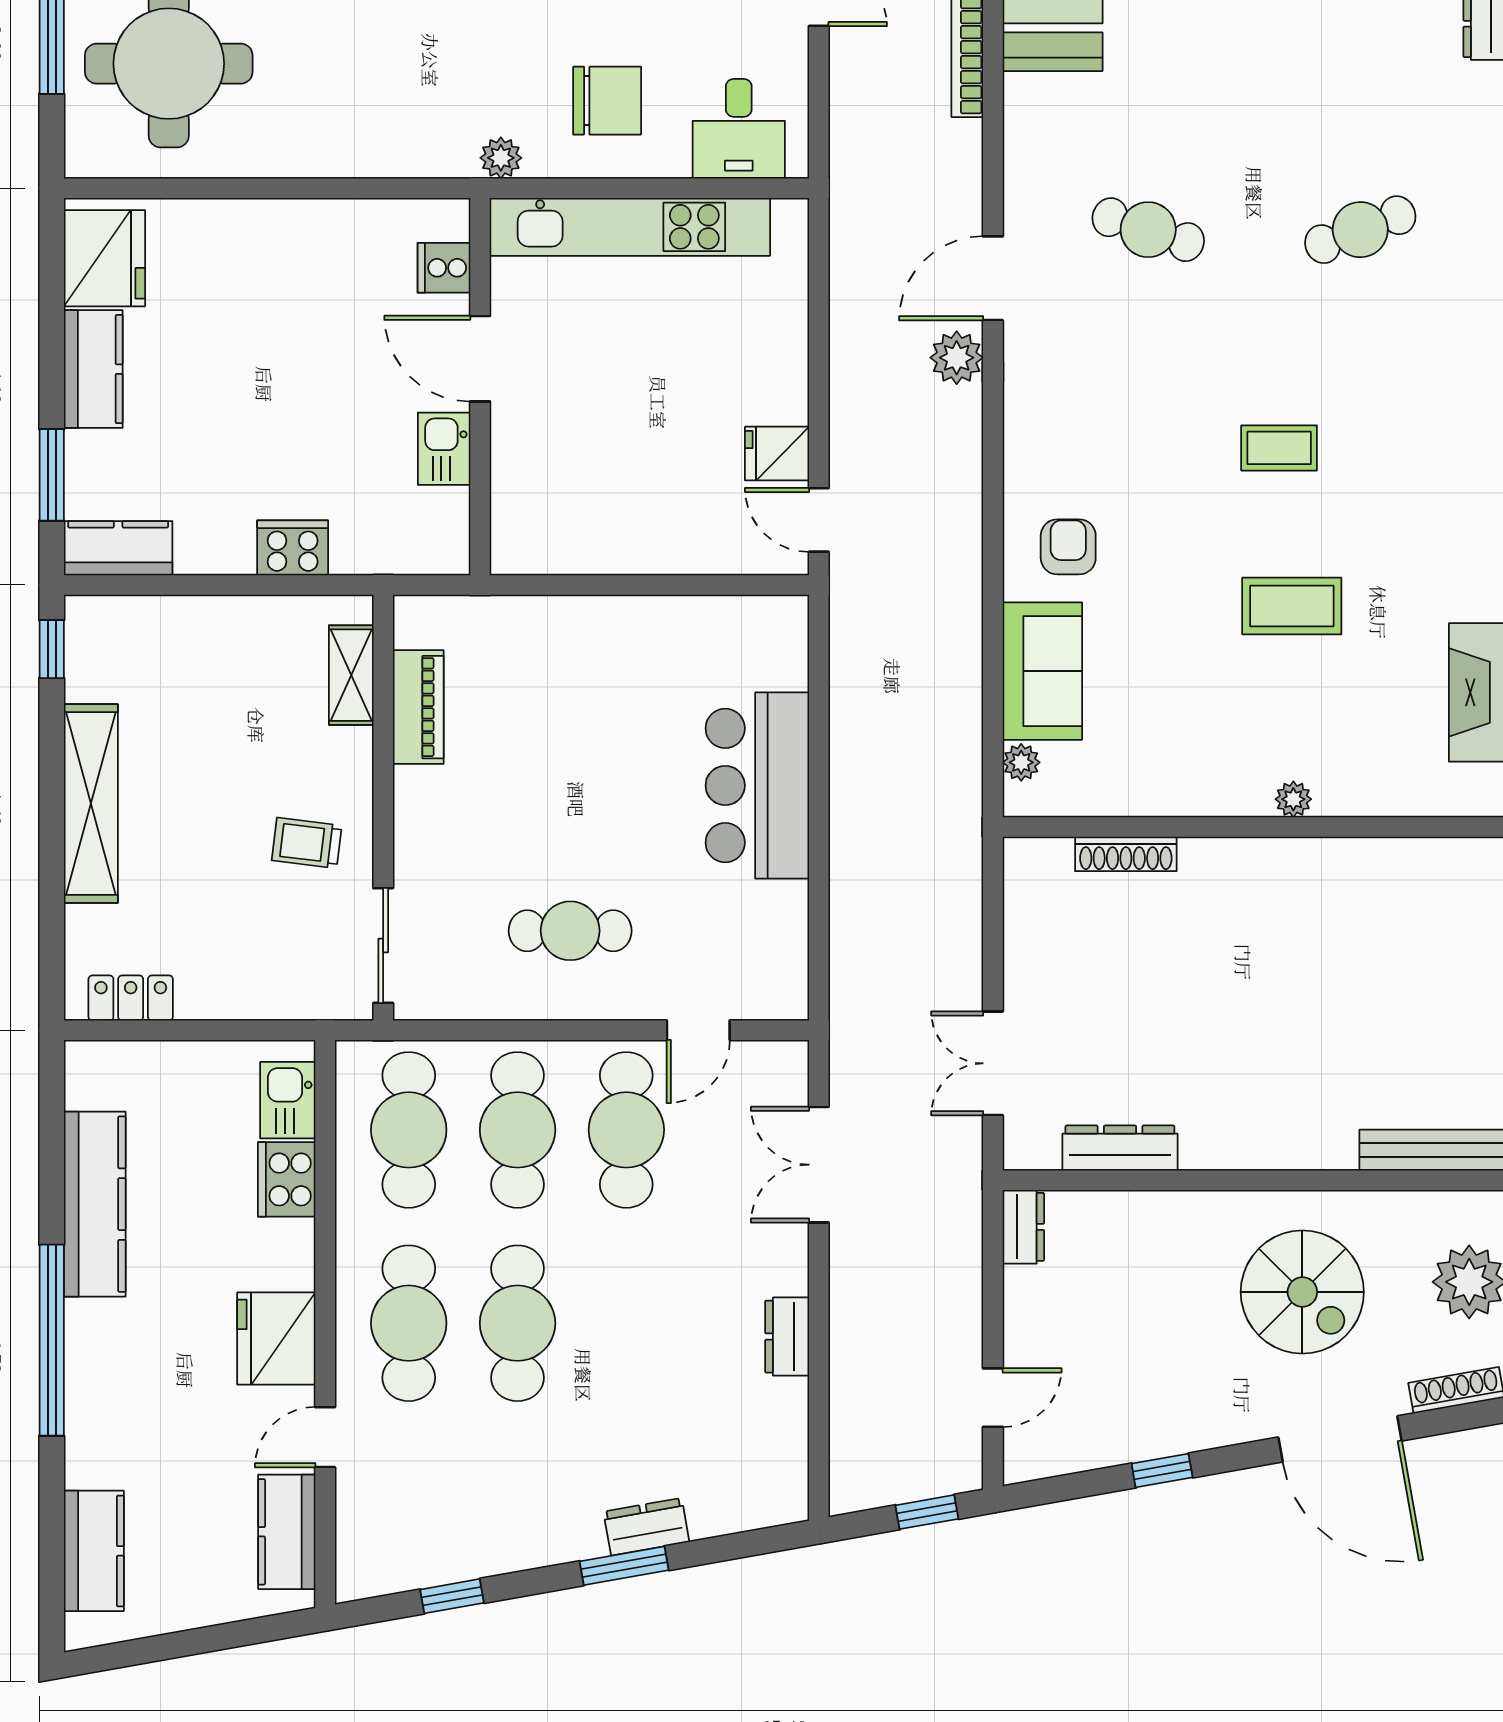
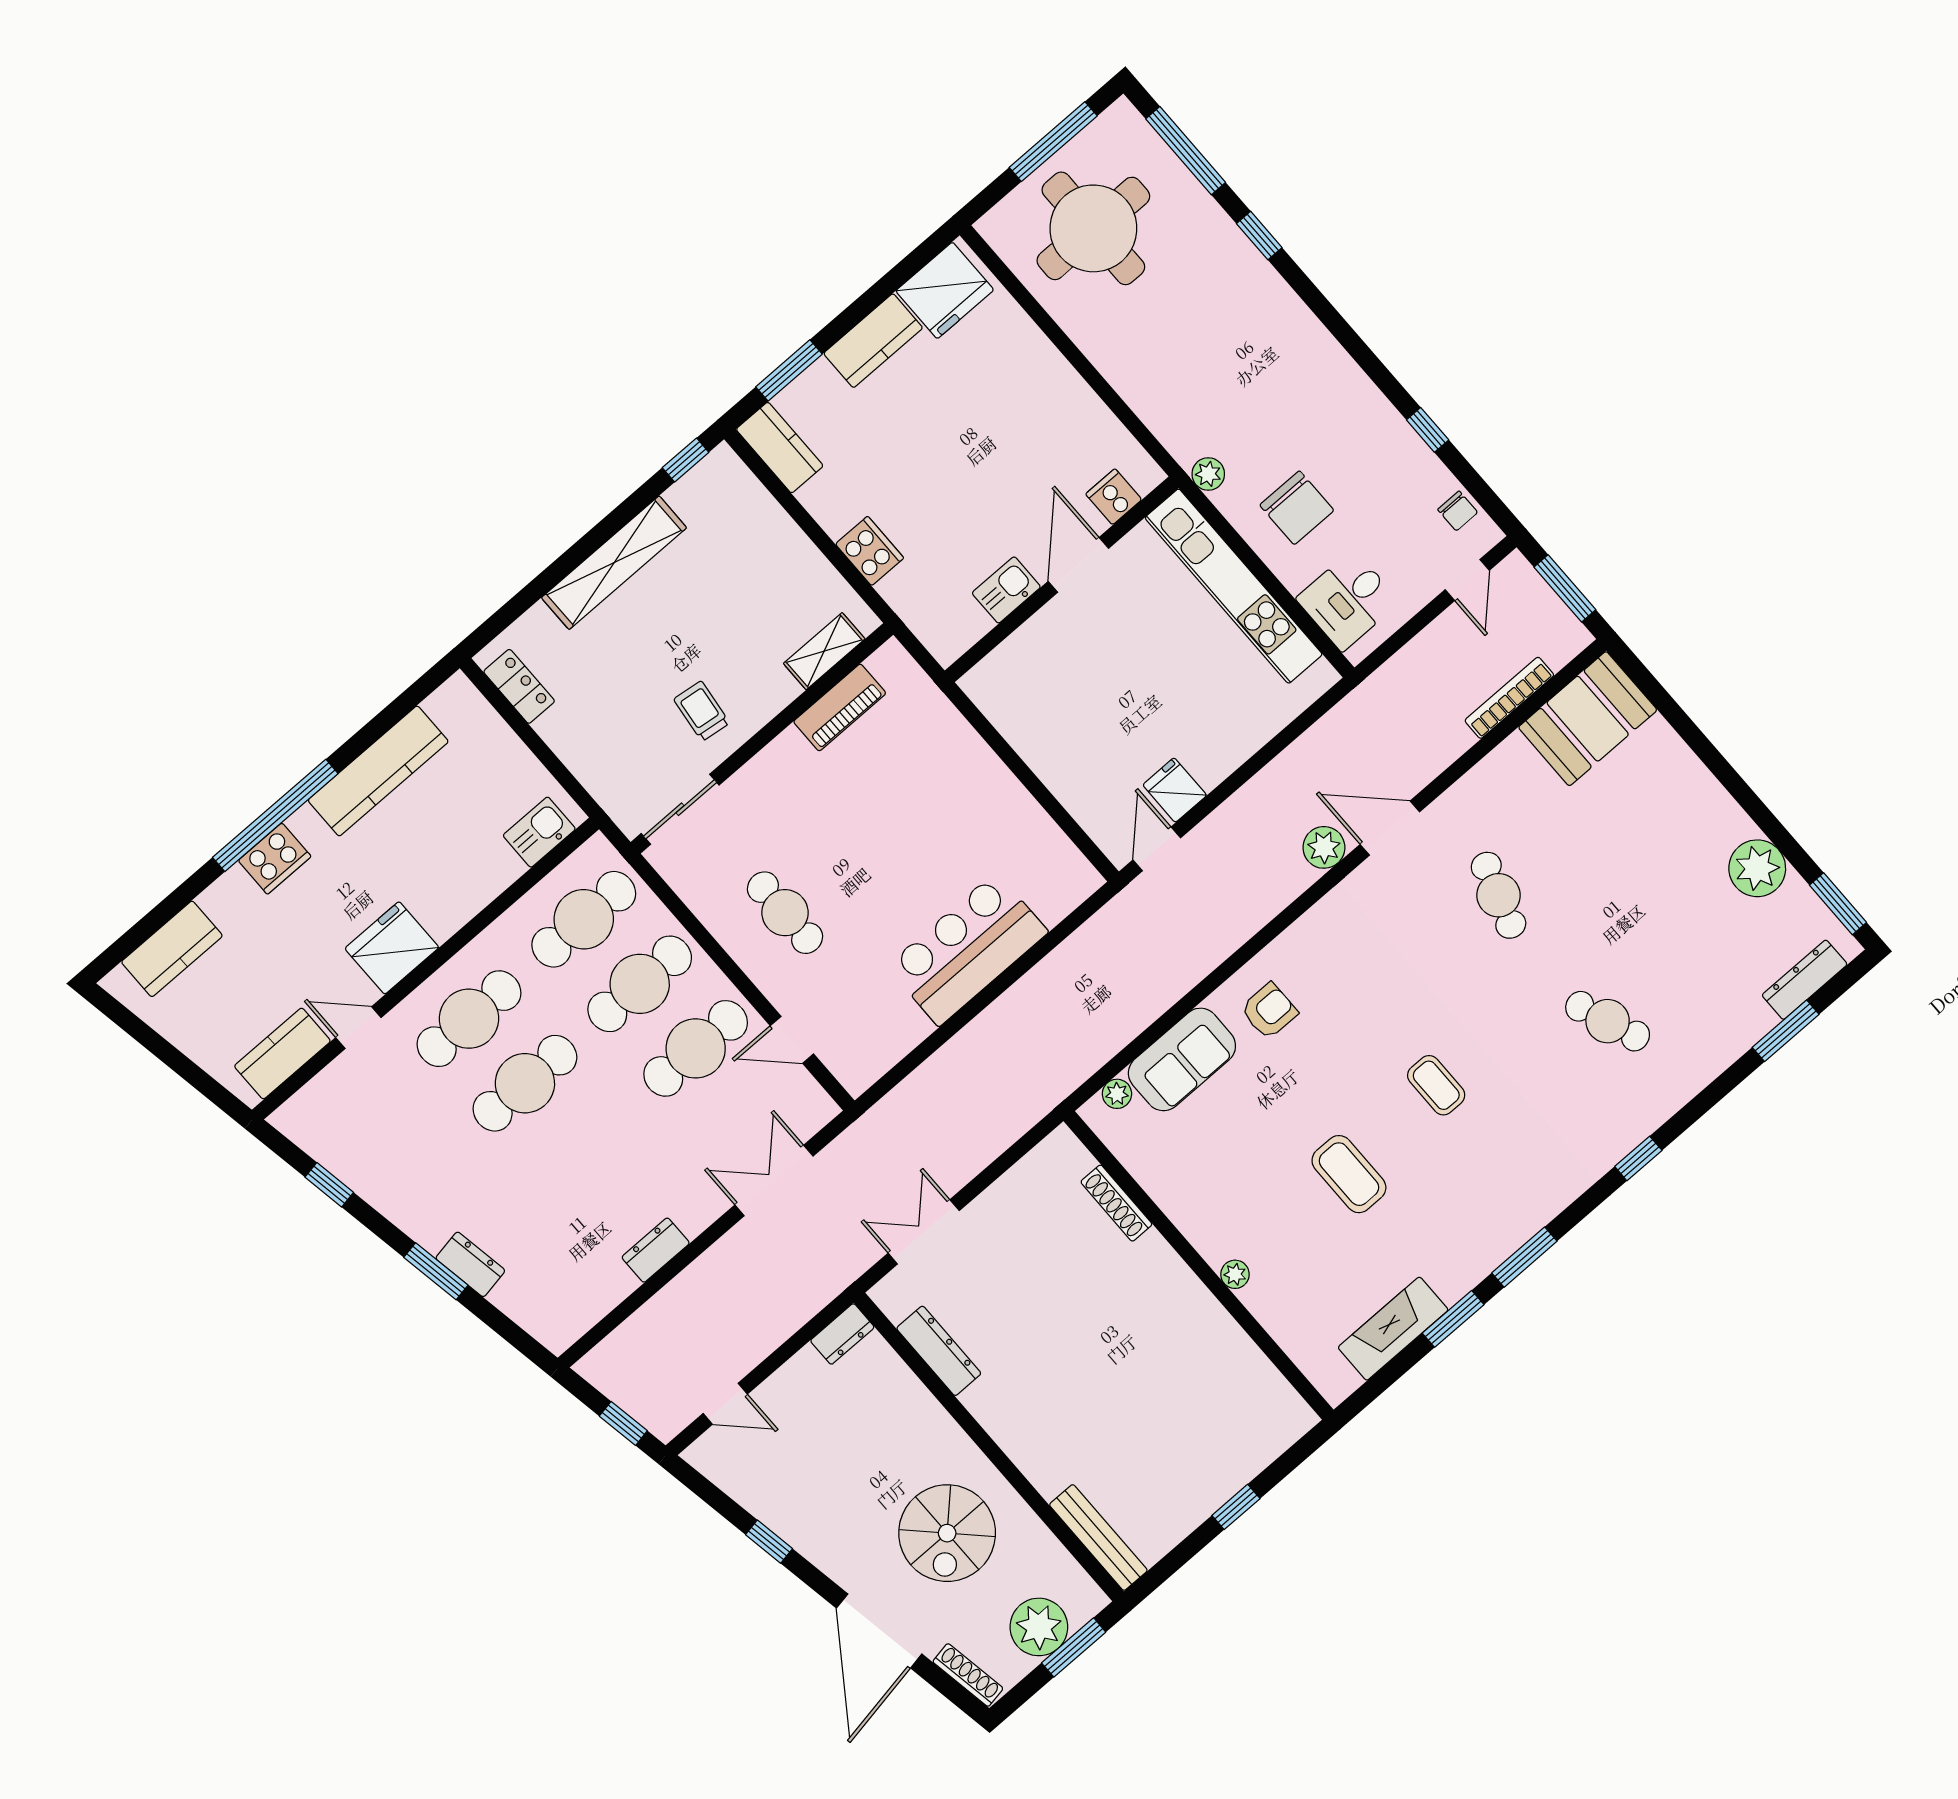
cooker: (287, 1179) -> (275, 859), moved, turned 180

